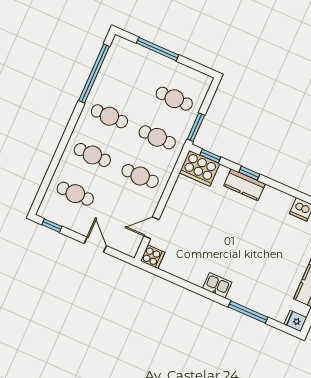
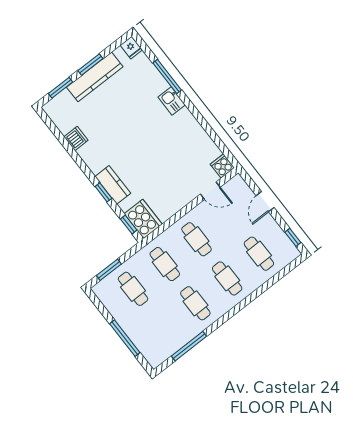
window: (94, 73) -> (189, 346), width x0.68
window: (196, 127) -> (109, 270), moved
kitchen sink: (217, 285) -> (172, 101), moved

